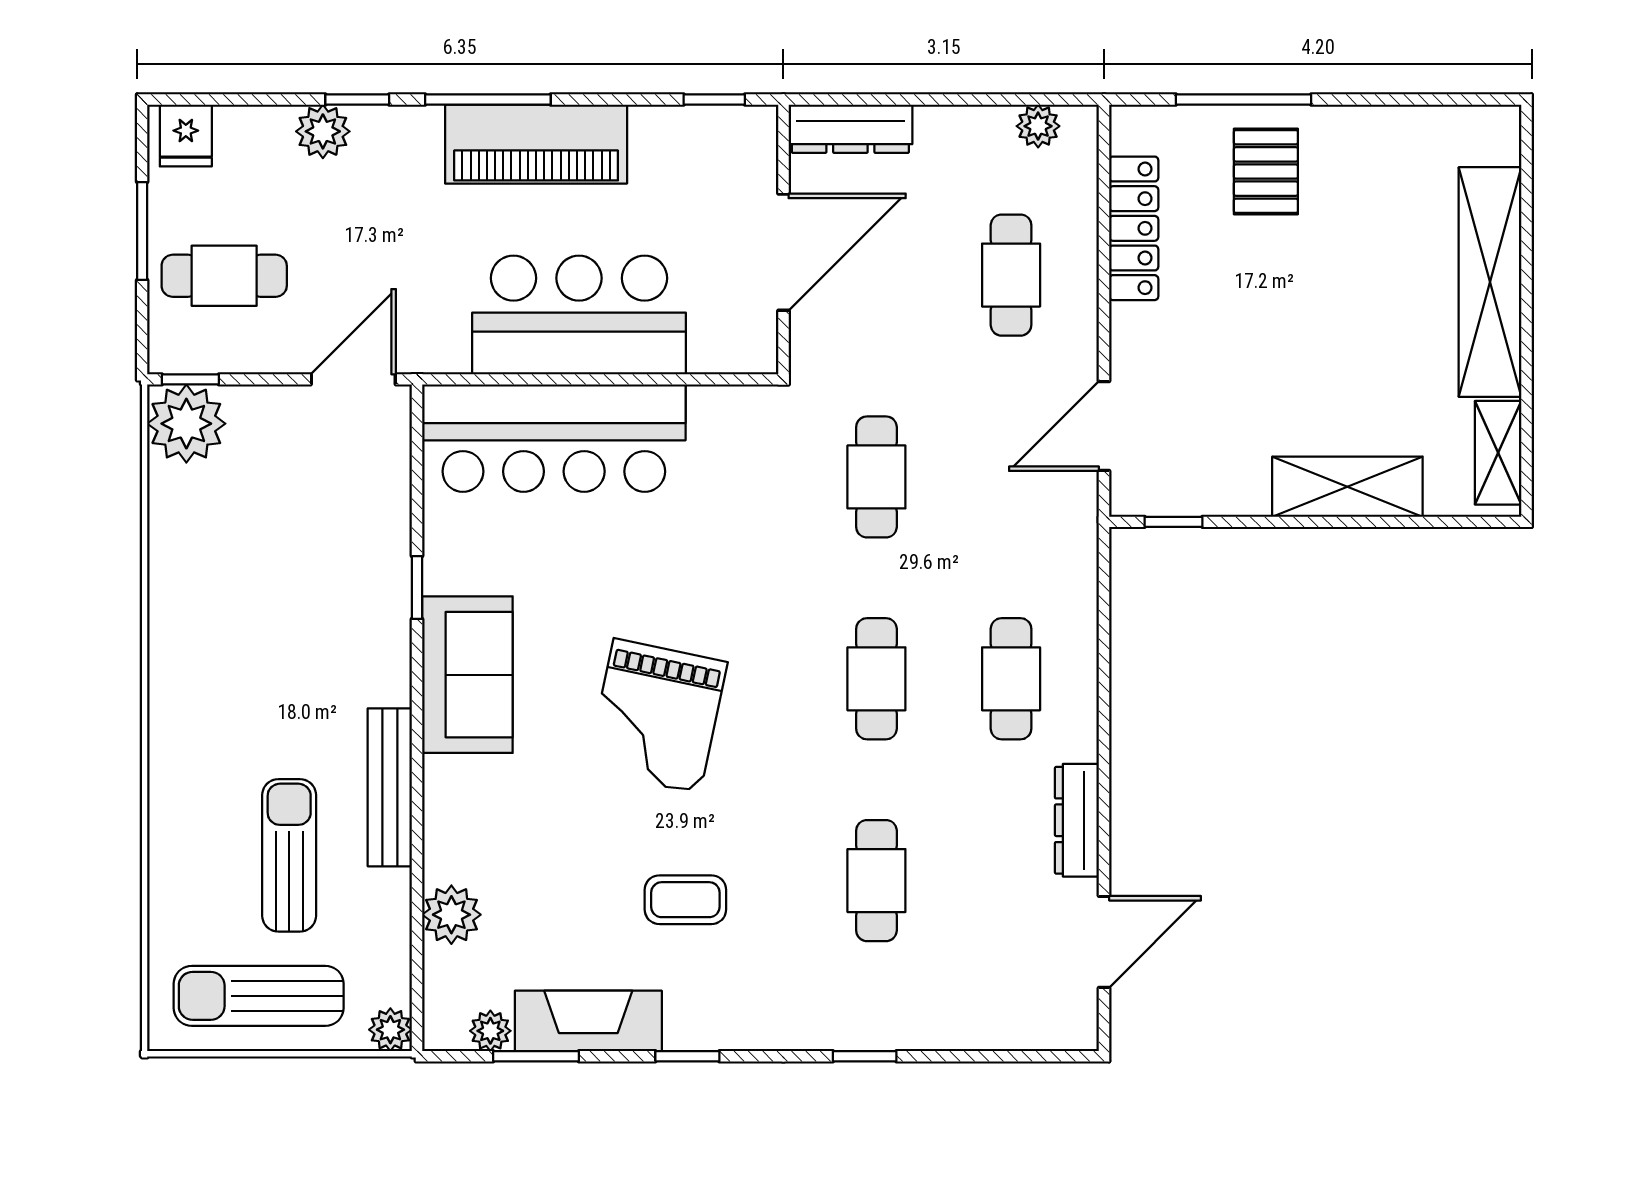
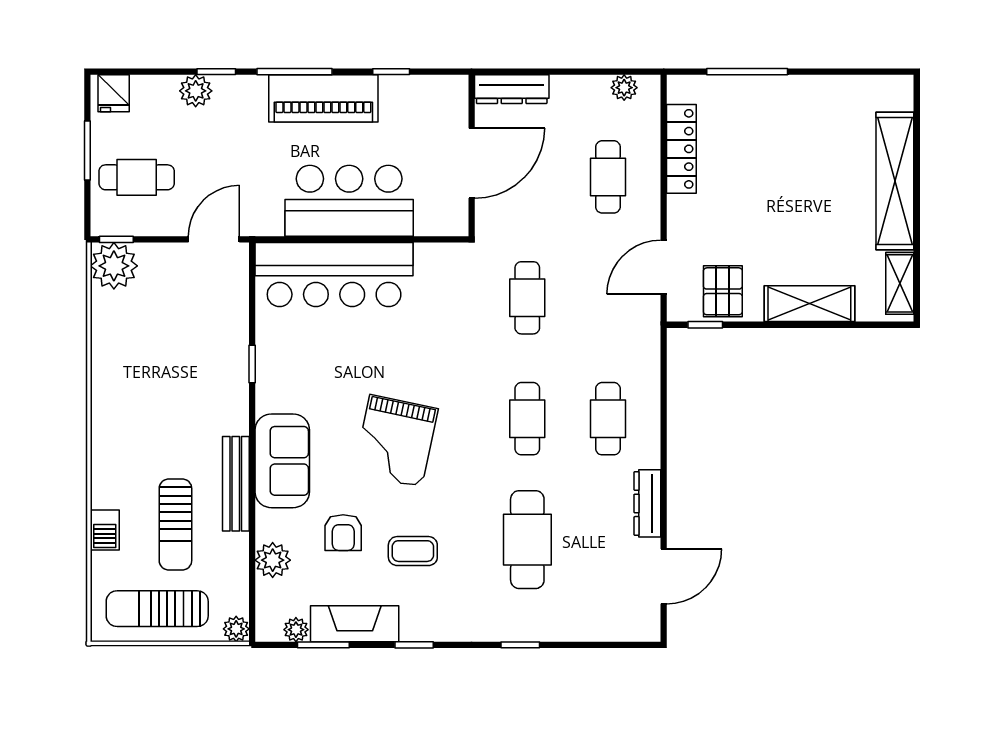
window: (714, 99) -> (391, 72), moved
pallet: (1266, 171) -> (723, 291), moved
sofa: (467, 675) -> (282, 461), moved
sun lounger: (289, 855) -> (175, 524), turned 180
barbecue: (171, 865) -> (105, 530), added
armchair: (569, 869) -> (343, 533), added
cafe table: (876, 881) -> (527, 540), width x1.37, depth x1.35

